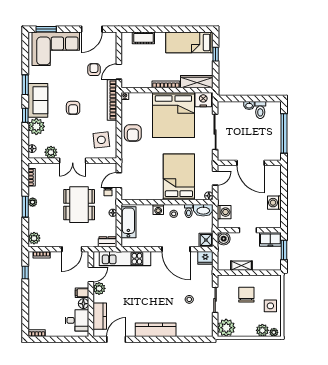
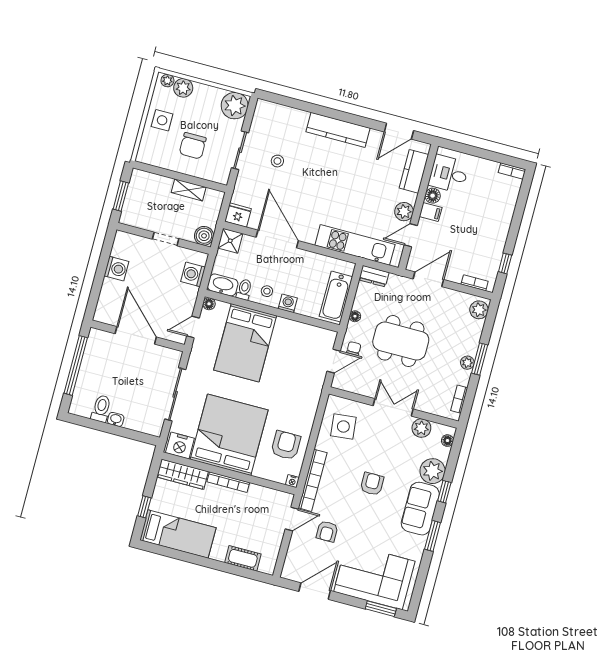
armchair: (133, 133) -> (286, 445), moved
dining table: (79, 205) -> (401, 341), turned 90
freezer: (270, 239) -> (136, 217), removed

